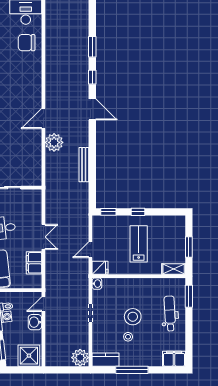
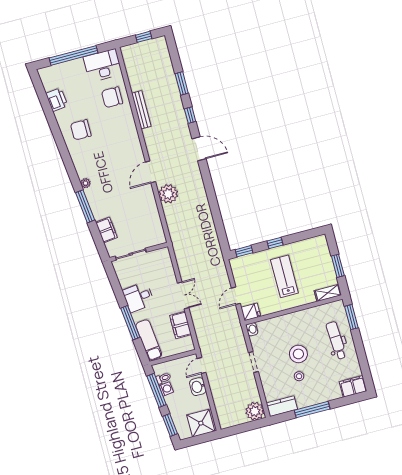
bench: (84, 165) -> (141, 110), moved

